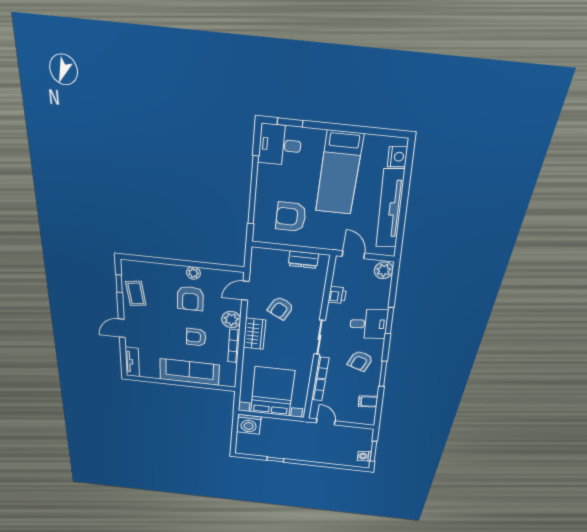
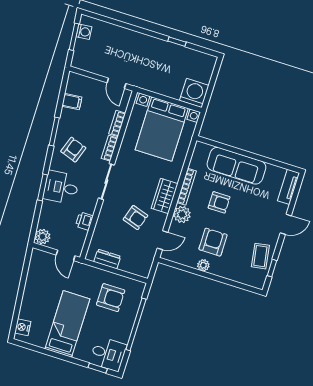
tv unit: (390, 209) -> (32, 288), removed
armchair: (281, 308) -> (135, 218), turned 80

